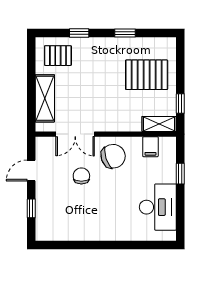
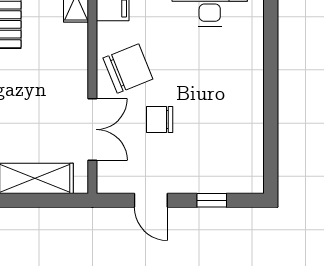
chair: (113, 156) -> (128, 69), turned 87

